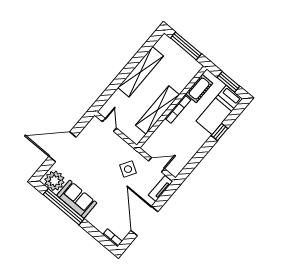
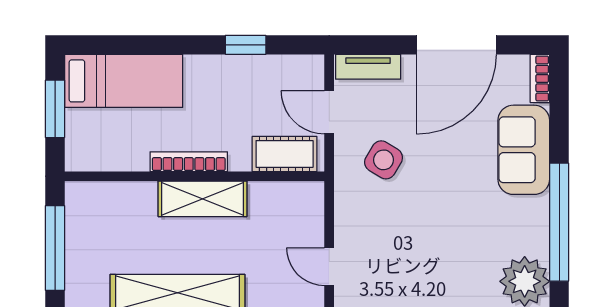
cot: (199, 89) -> (285, 154), moved
shelving: (157, 110) -> (203, 199), width x0.68
door: (109, 125) -> (329, 267), hinge flipped
window: (220, 132) -> (246, 45), moved
sofa: (77, 199) -> (524, 150), moved

